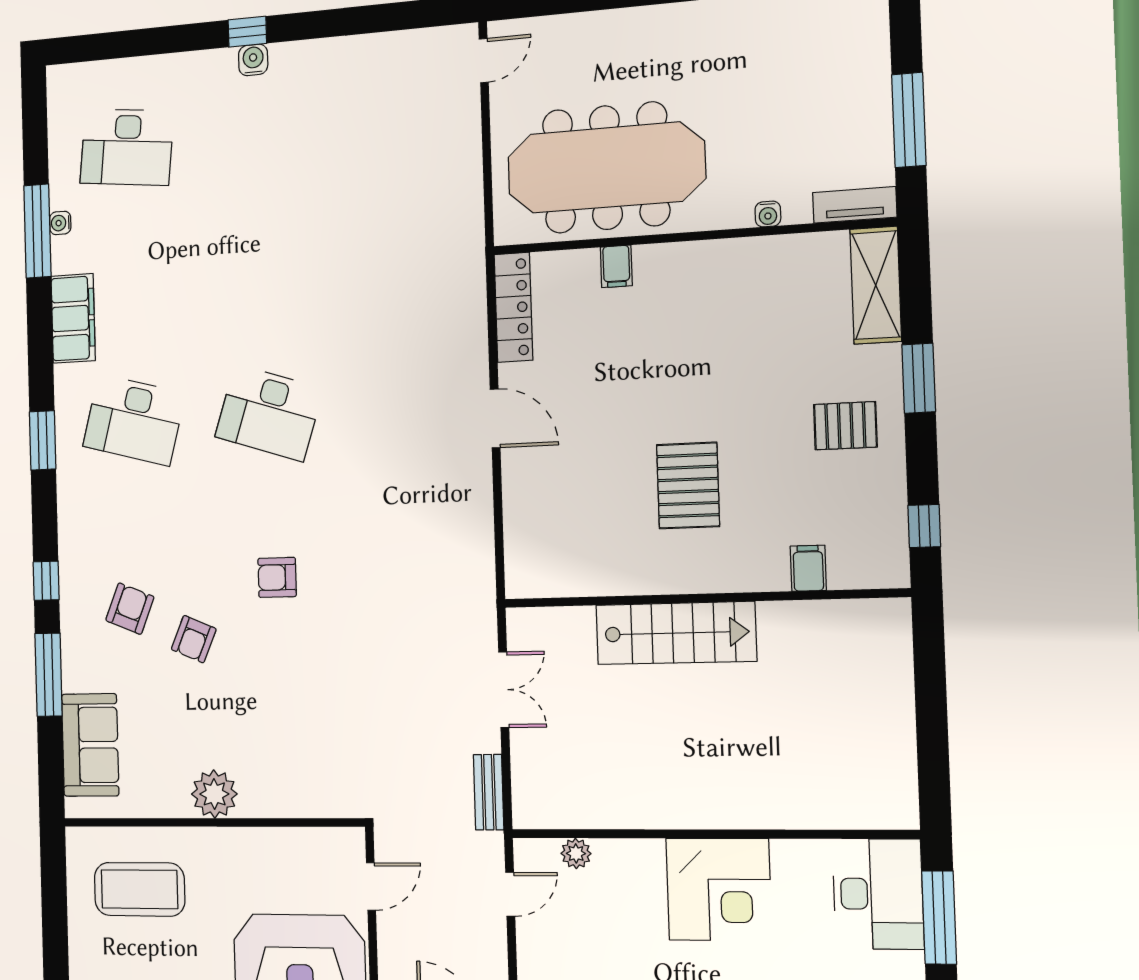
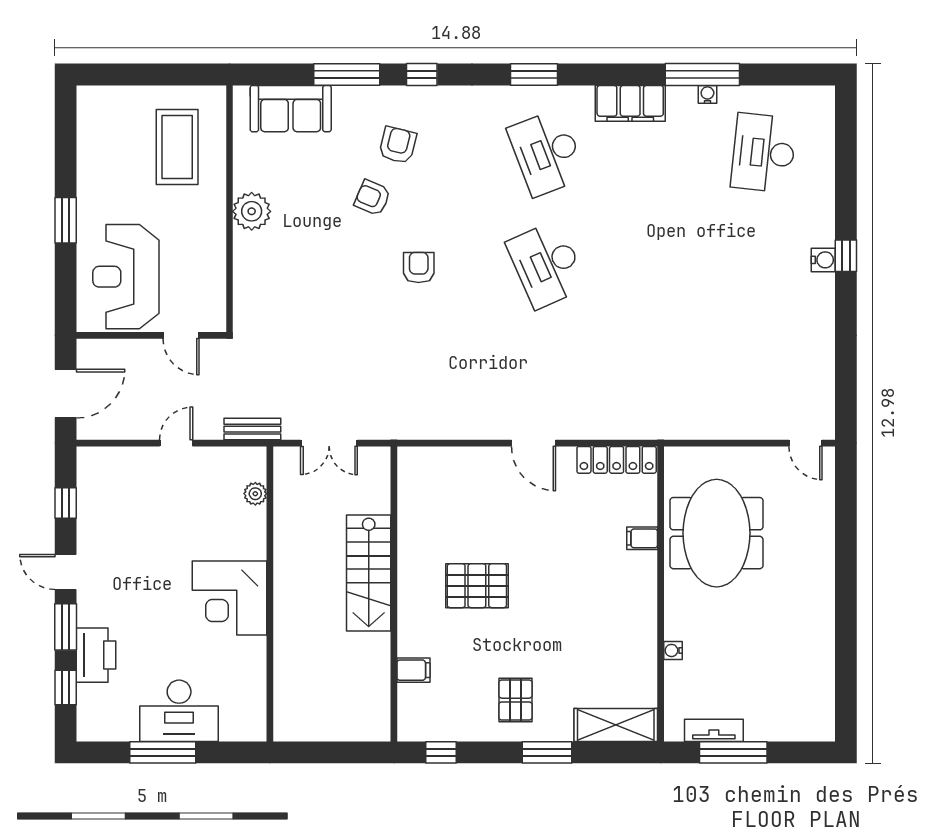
meeting table: (606, 168) -> (717, 533), width x0.73
tv unit: (855, 205) -> (714, 730), moved, turned -90
desk: (269, 413) -> (547, 265), turned -42
door: (495, 418) -> (533, 443), hinge flipped
desk: (134, 420) -> (547, 153), turned -36
armchair: (130, 609) -> (398, 145), turned -98
wall: (711, 834) -> (270, 594), moved
plant: (576, 853) -> (255, 494), moved
corner desk: (719, 890) -> (230, 598), moved
door: (510, 894) -> (176, 443), swing flipped

